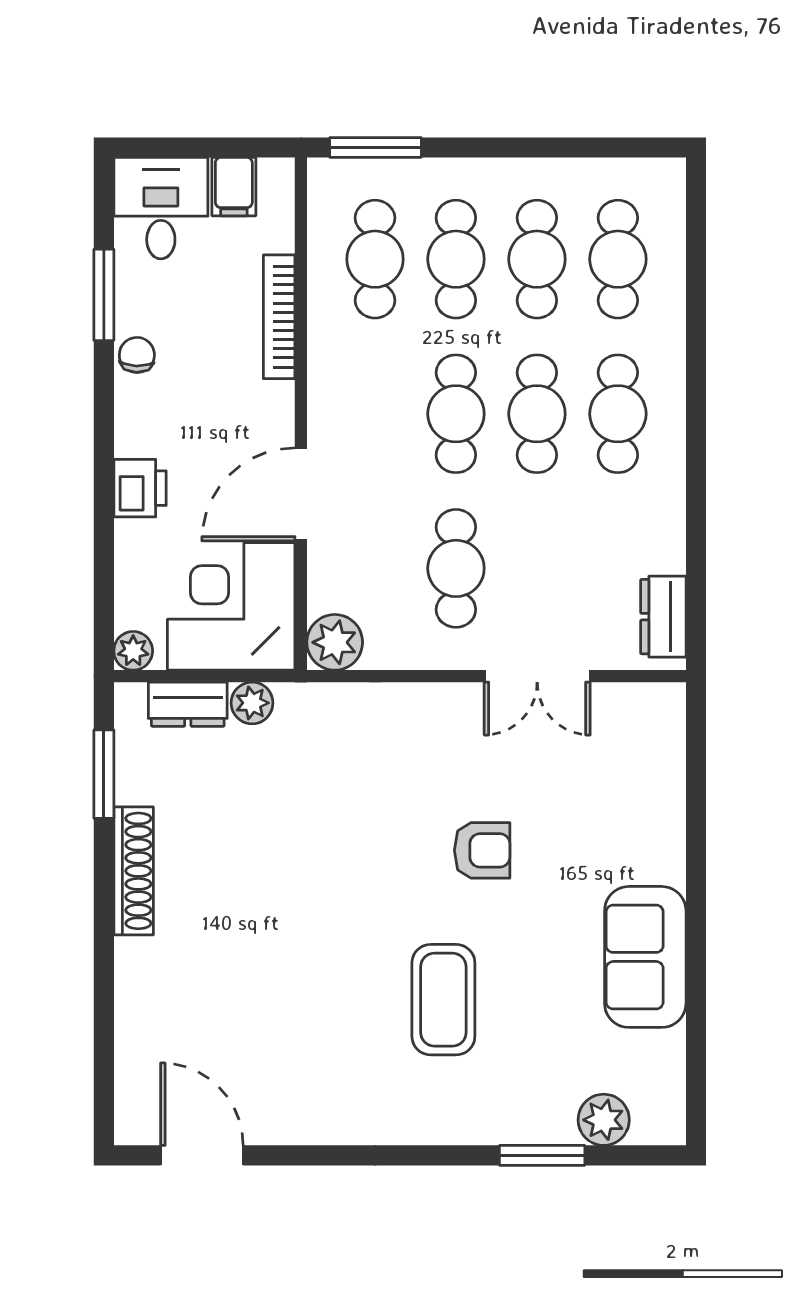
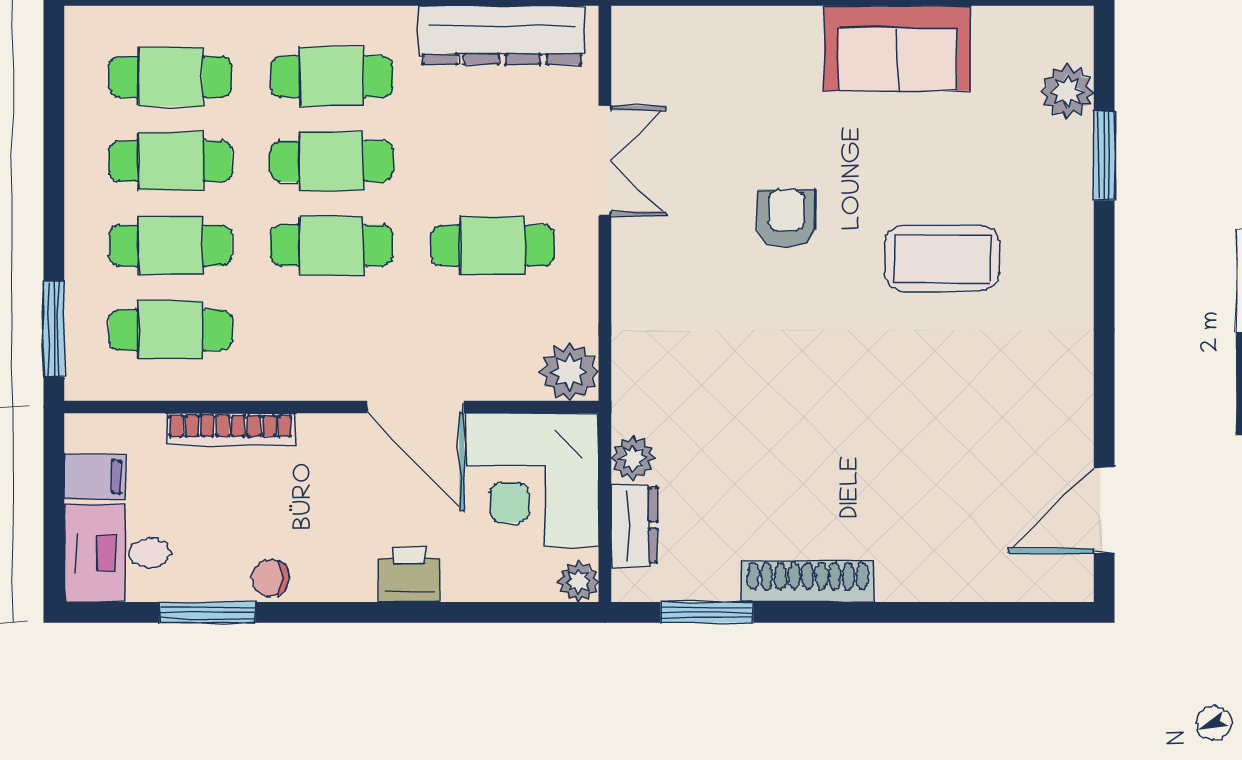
dresser: (663, 617) -> (502, 35), width x1.96, depth x1.24

